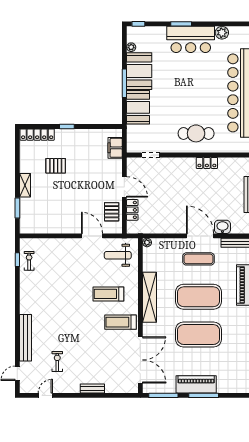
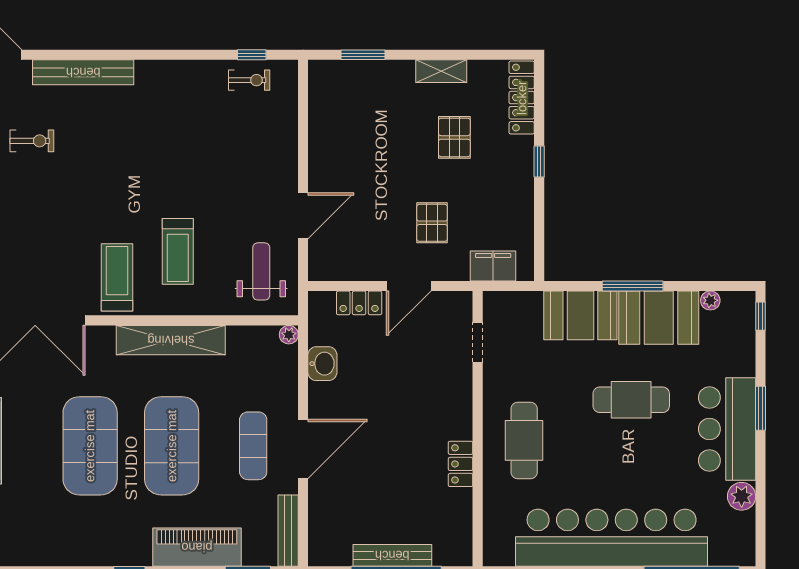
cafe table: (177, 84) -> (631, 400), added
shelving: (25, 185) -> (441, 71), moved
pallet: (112, 212) -> (432, 223), moved, turned 90
washbasin: (222, 227) -> (322, 364), moved
treadmill: (108, 294) -> (178, 251), turned 180

